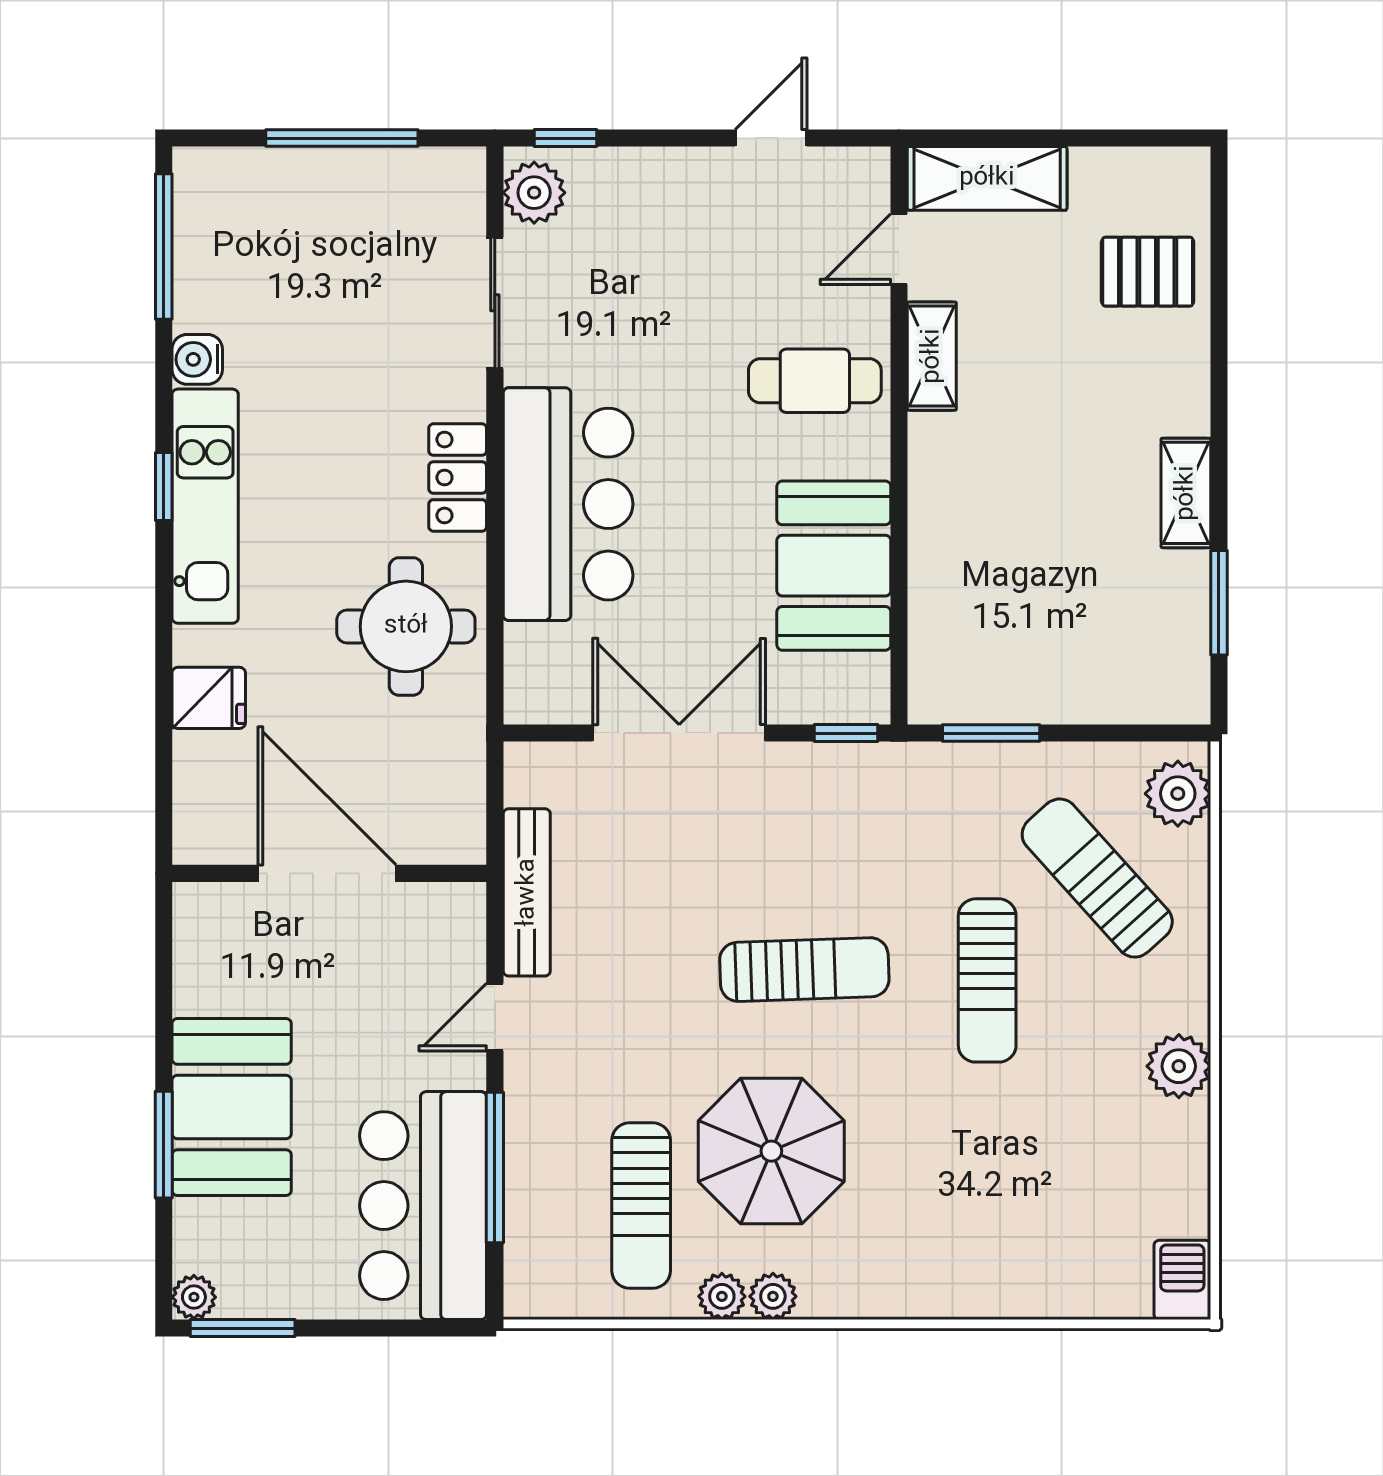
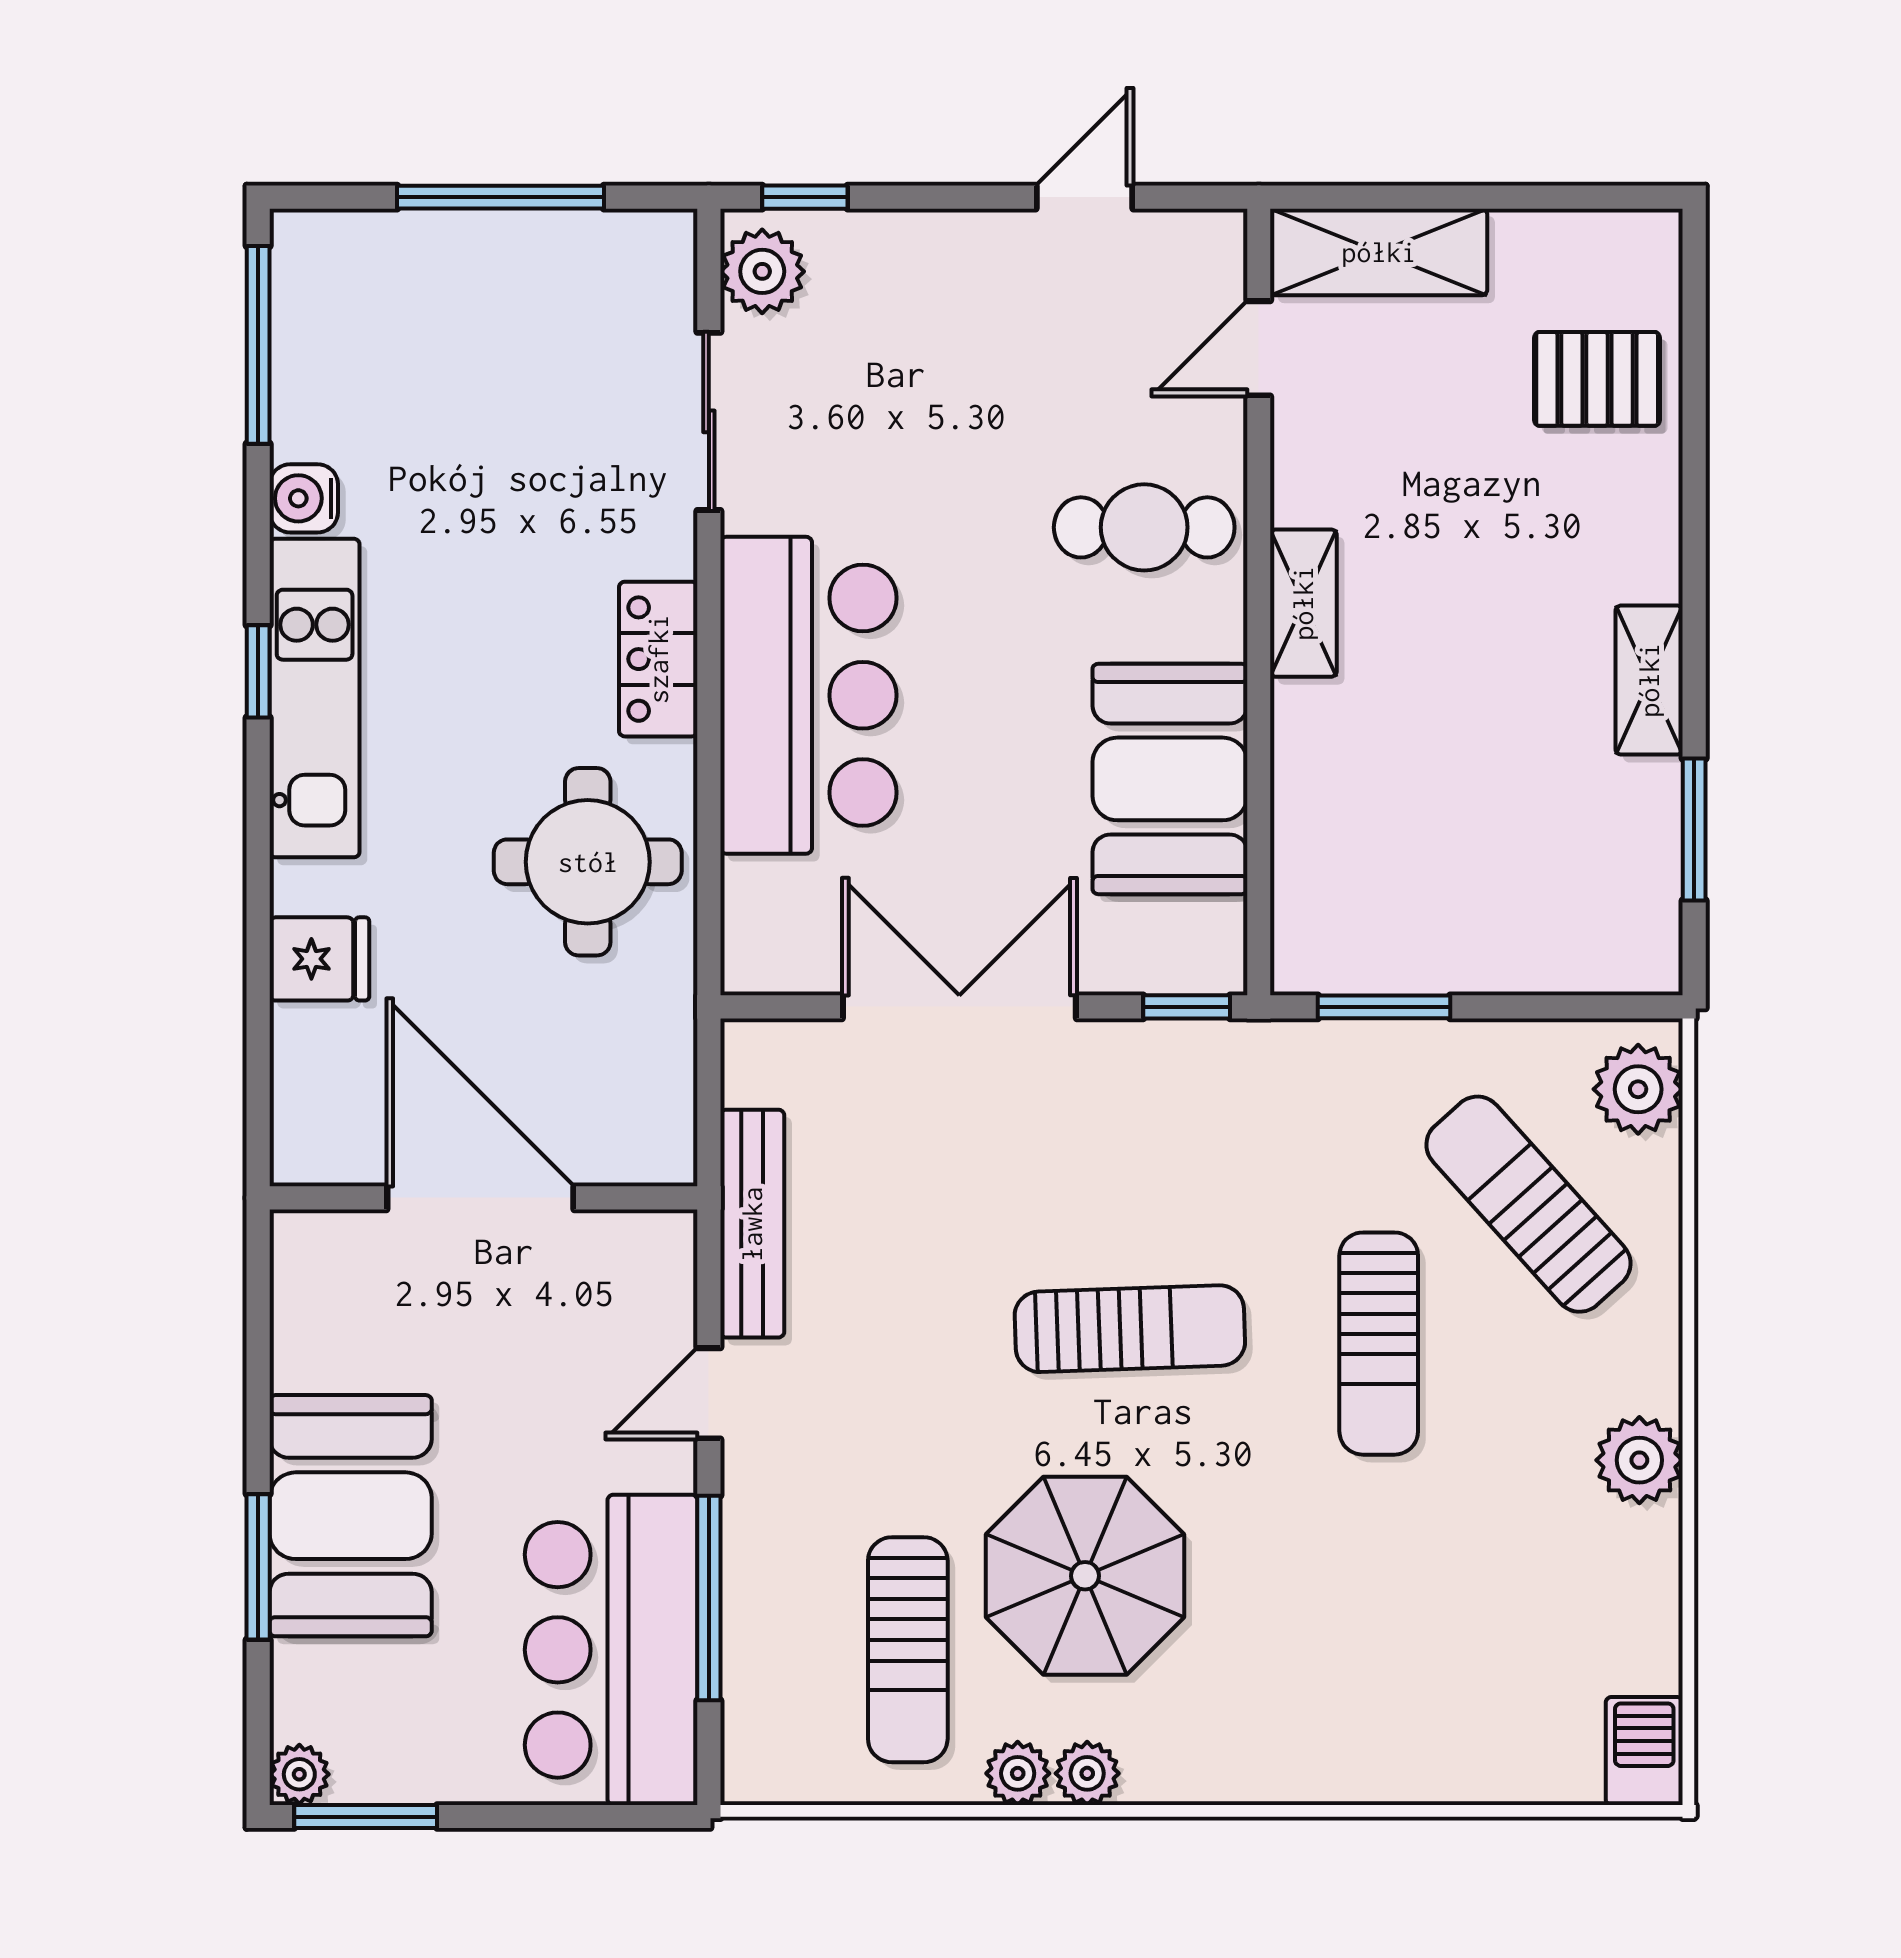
shelving: (932, 356) -> (1303, 603), moved

